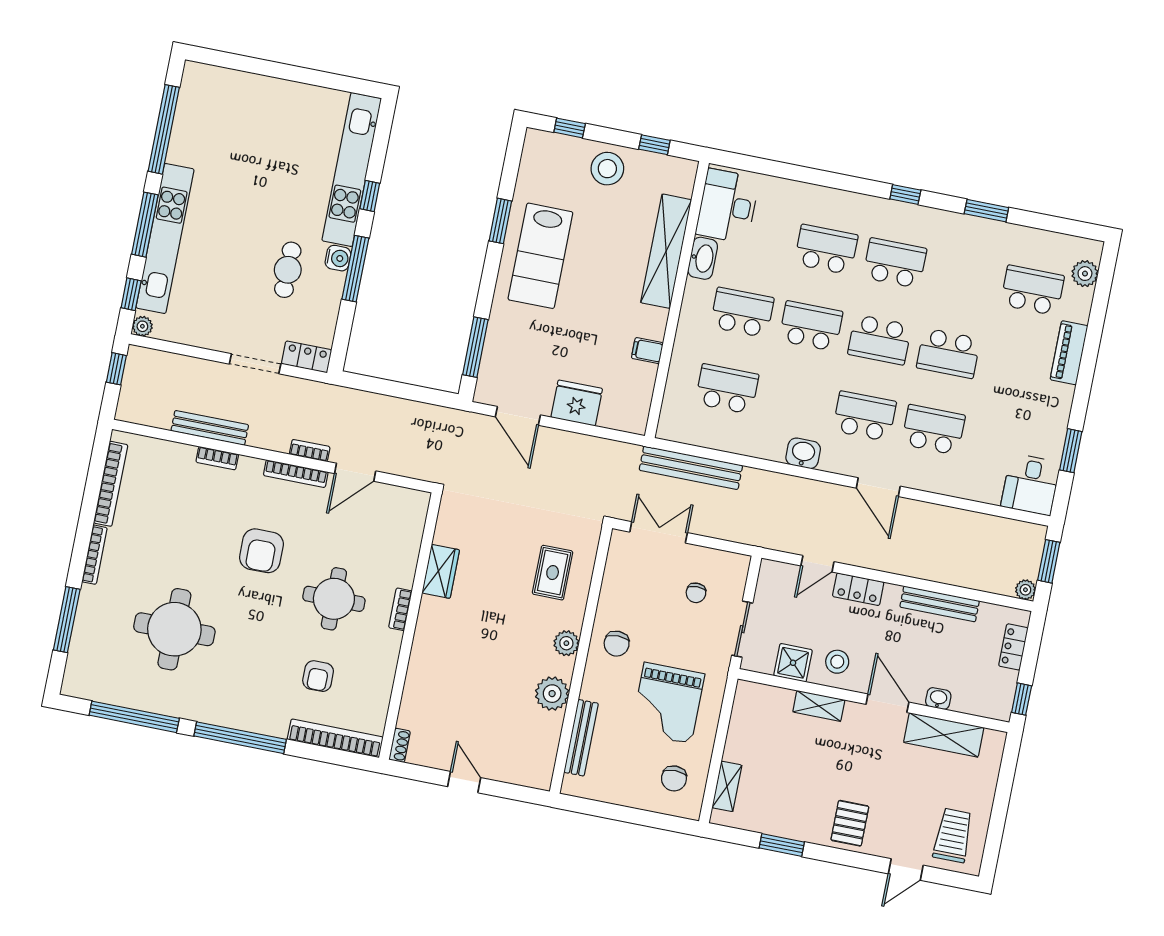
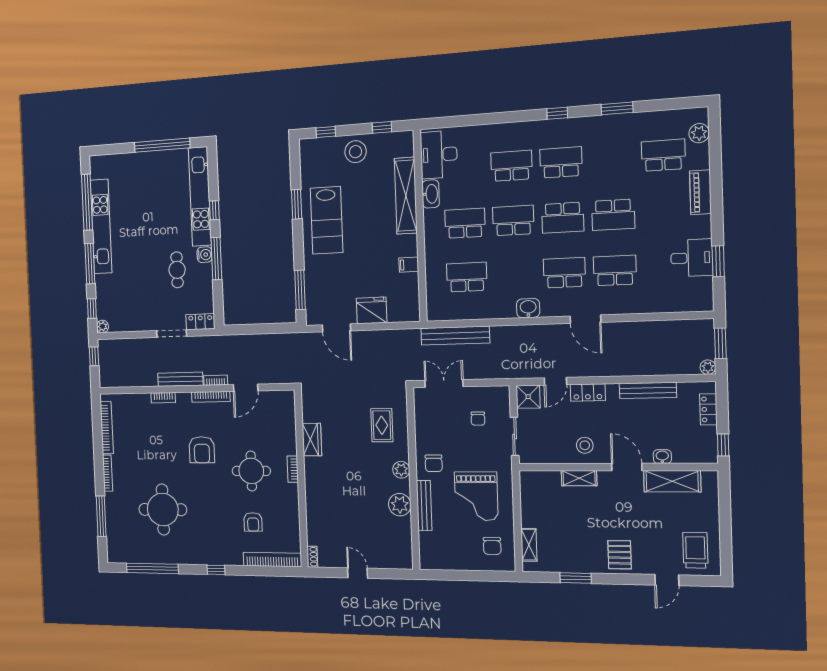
window: (310, 76) -> (162, 145), added
kitchen unit: (165, 238) -> (101, 226), moved
bench: (210, 428) -> (180, 379), moved
desk: (1031, 484) -> (692, 258), moved, turned -90
shower: (793, 663) -> (528, 397), moved
window: (240, 738) -> (216, 570), width x0.32
bench: (581, 738) -> (424, 505), moved

